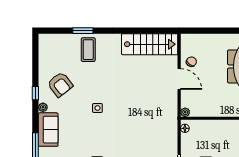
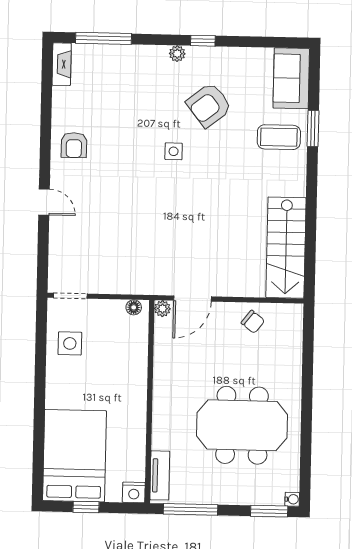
door: (179, 79) -> (192, 299), moved
armchair: (60, 84) -> (209, 105), moved
sofa: (48, 130) -> (291, 78), moved, turned 90

